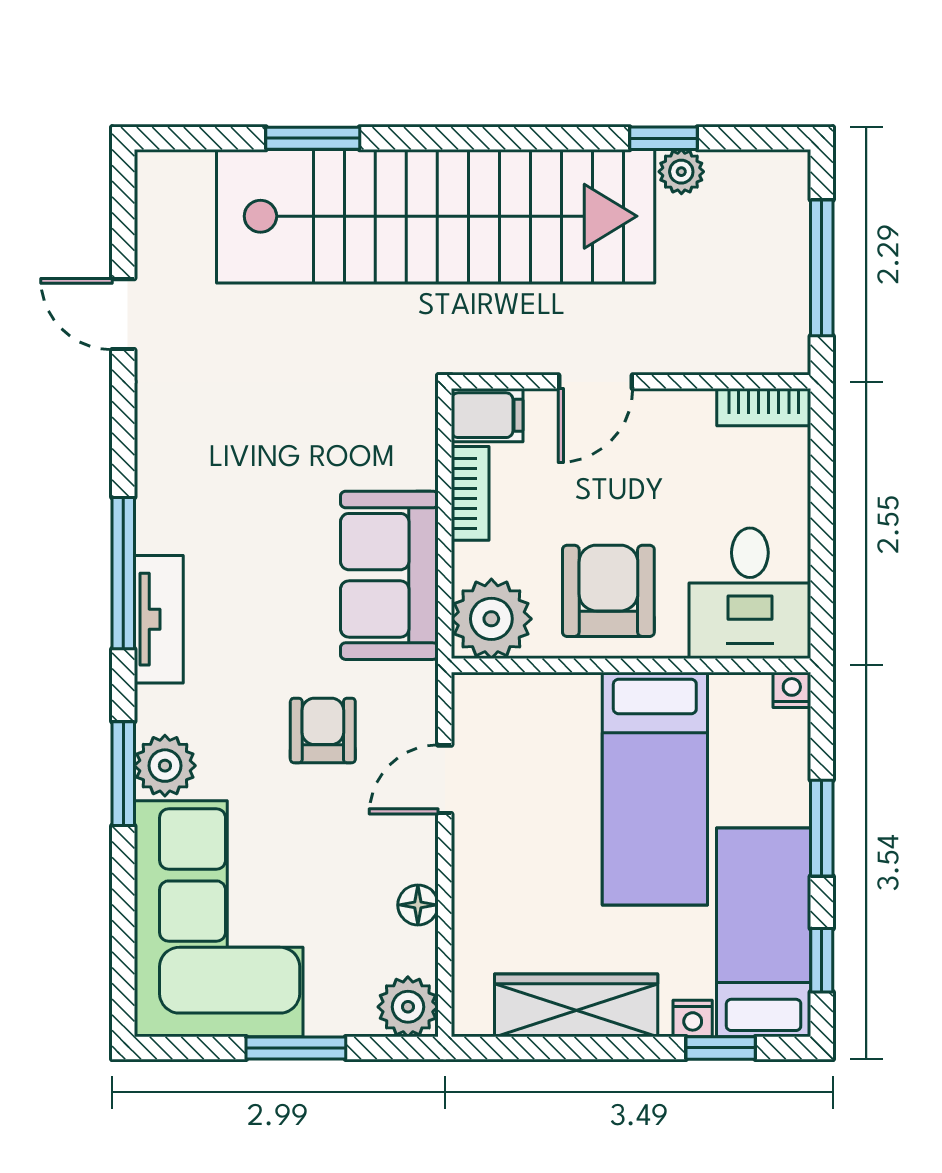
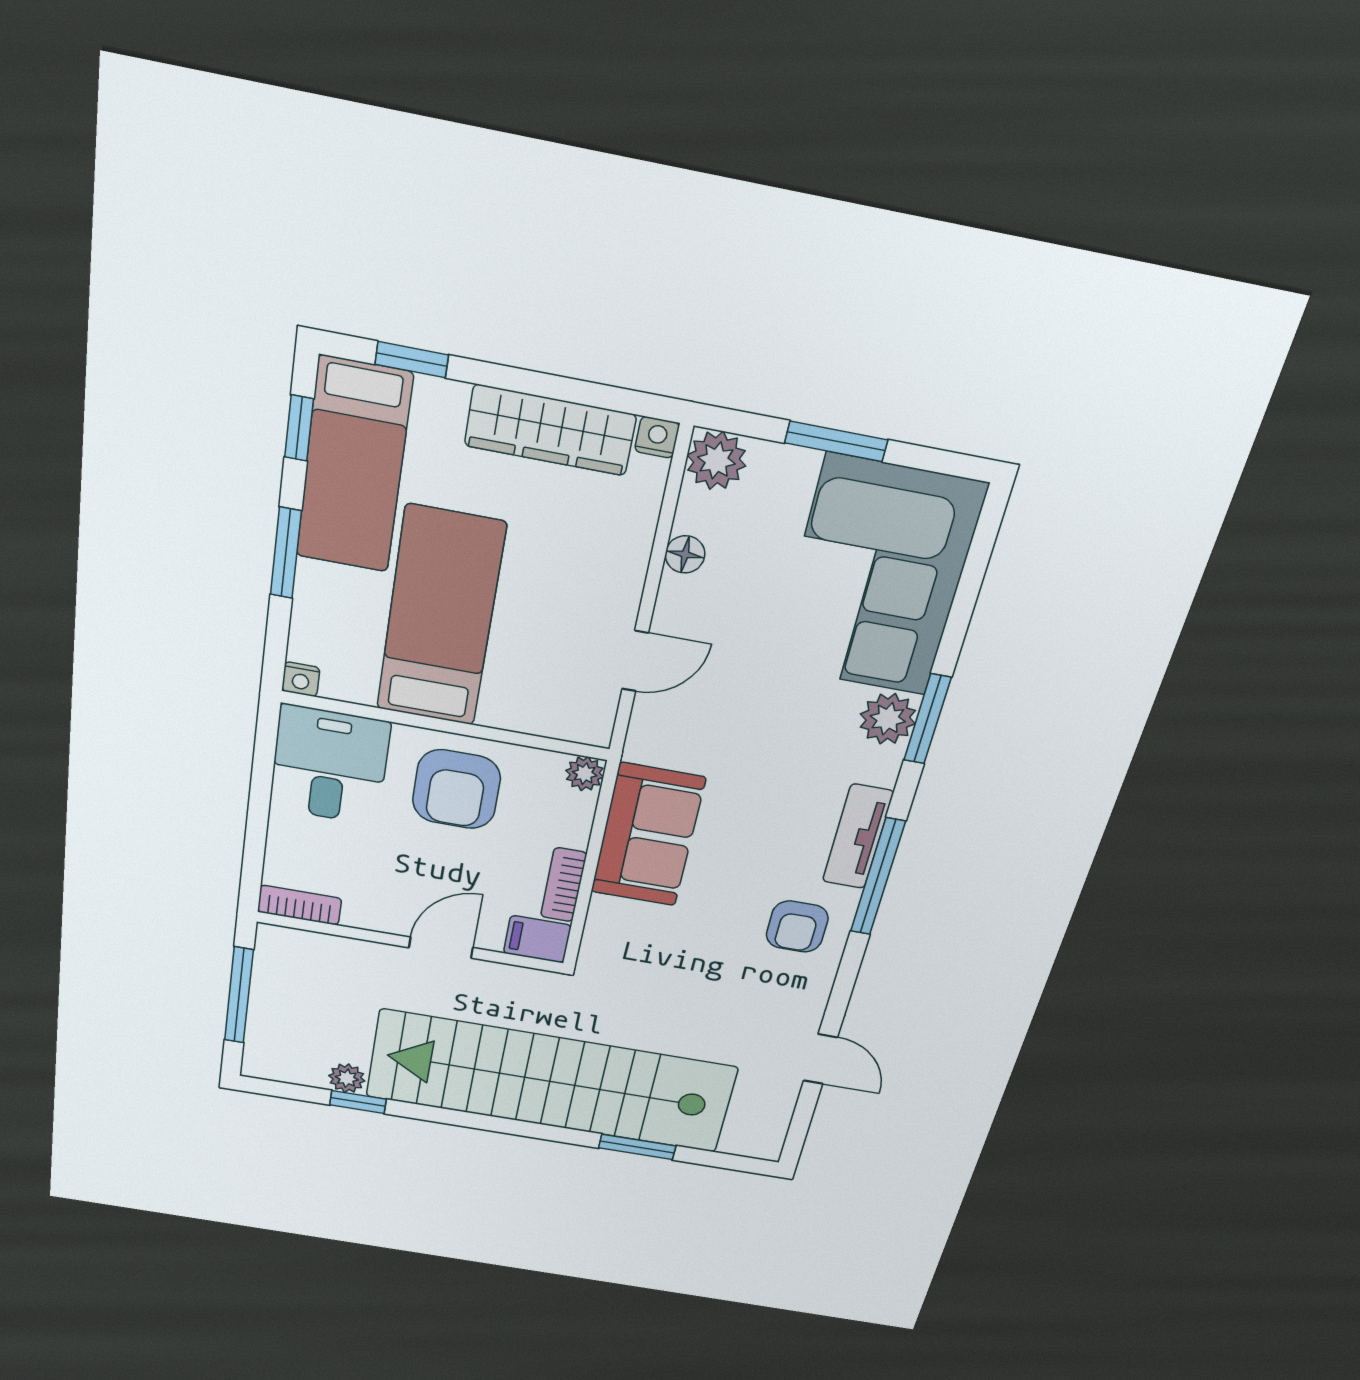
plant: (491, 619) -> (585, 774), width x0.53, depth x0.53
armchair: (323, 730) -> (797, 927), moved
nightstand: (693, 1018) -> (657, 437), moved

